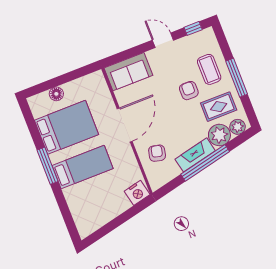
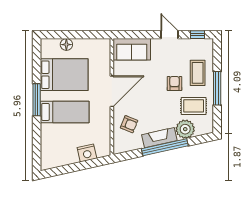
plant: (238, 127) -> (202, 128), removed
armchair: (157, 153) -> (129, 124), turned 99
nightstand: (137, 193) -> (87, 153), moved

